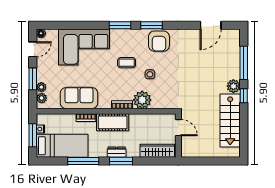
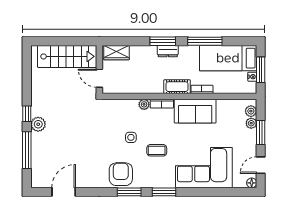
sofa: (79, 98) -> (195, 111), moved
plant: (142, 100) -> (144, 104), width x0.53, depth x0.53
stairs: (230, 120) -> (67, 56), moved, turned 90
cot: (113, 122) -> (177, 87), width x0.73, depth x0.75
wardrobe: (157, 151) -> (116, 53), width x0.67

